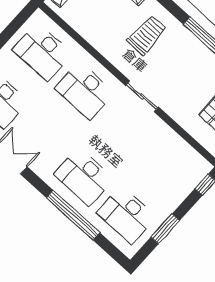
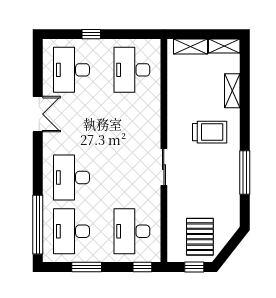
desk: (85, 90) -> (132, 231), moved
window: (73, 215) -> (38, 225), moved

